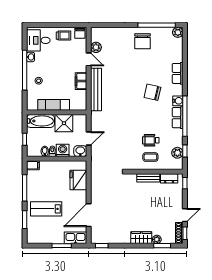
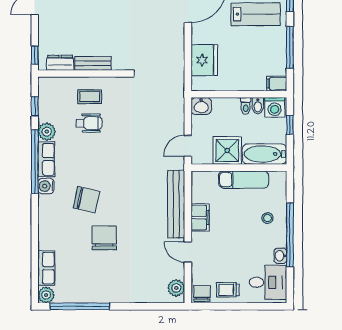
chair: (143, 41) -> (104, 238), moved
plant: (96, 47) -> (176, 288), moved
row of seats: (178, 73) -> (46, 268), moved
door: (89, 138) -> (188, 146), moved
washing machine: (63, 150) -> (275, 107), moved
plant: (177, 153) -> (47, 132), moved

